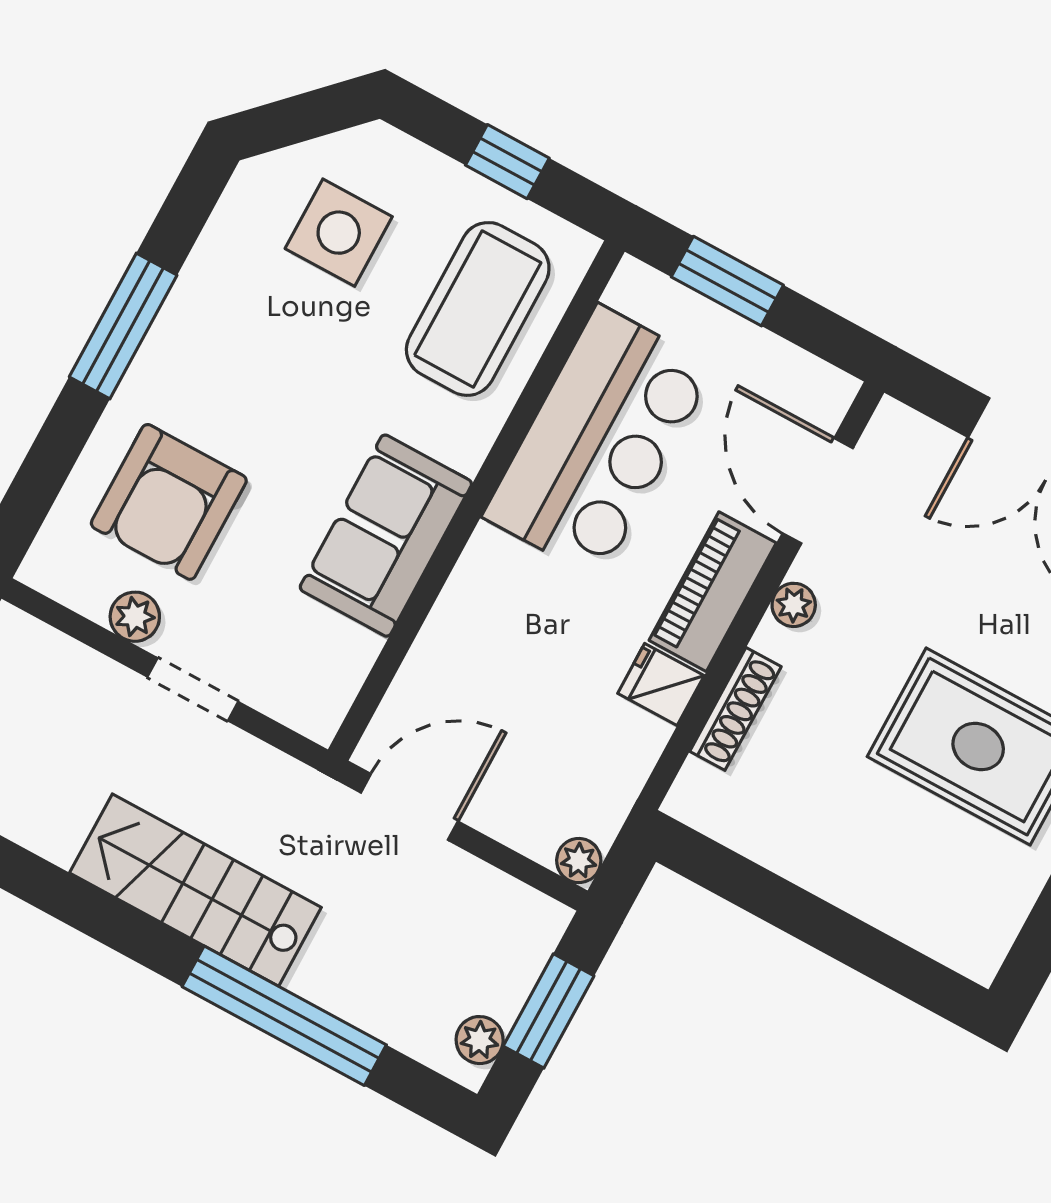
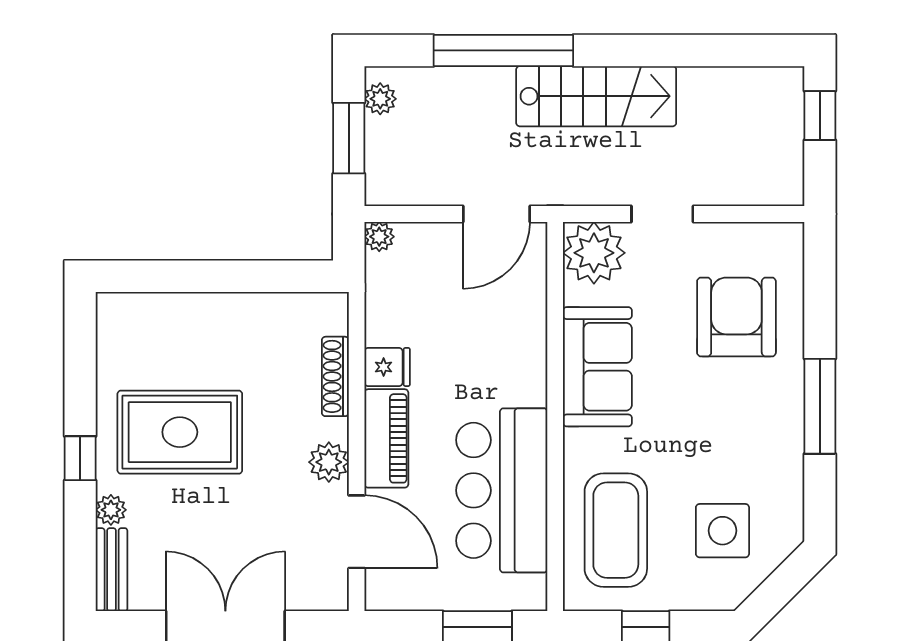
plant: (794, 605) -> (329, 462), width x1.38, depth x1.38
plant: (135, 617) -> (594, 253), moved, width x1.88, depth x1.88

